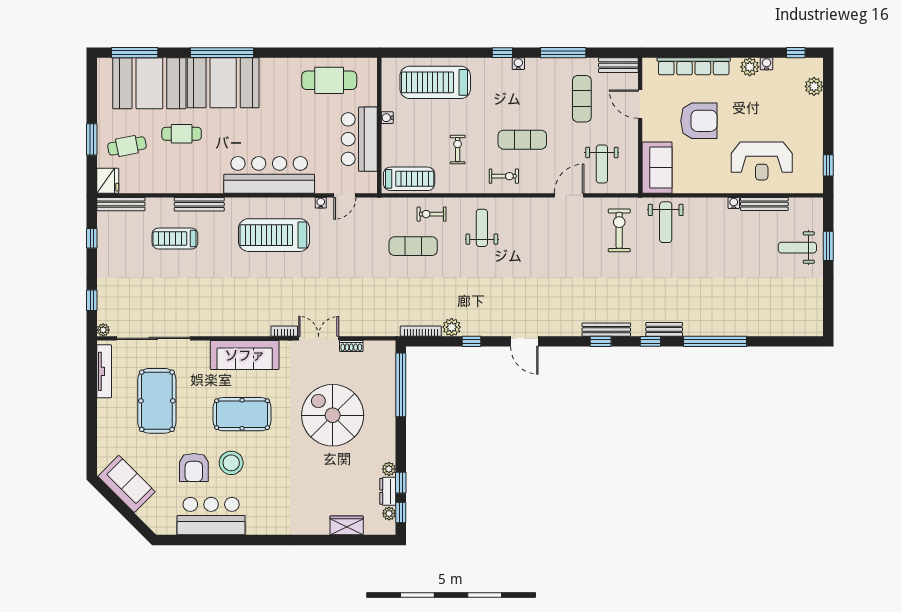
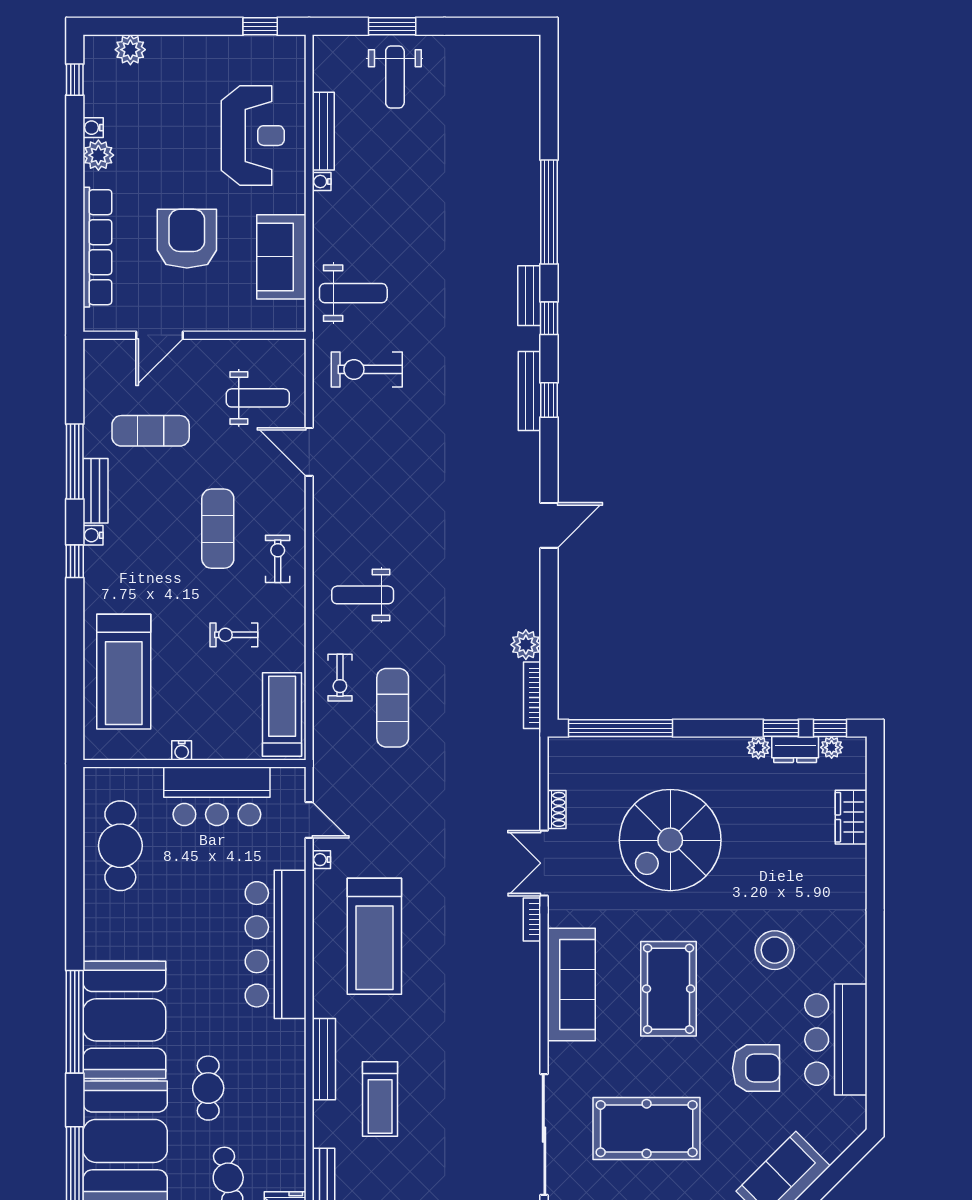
bench: (618, 65) -> (95, 491), moved
sofa: (657, 168) -> (281, 257), moved, turned -90
window: (471, 341) -> (549, 612), removed
stool: (231, 463) -> (775, 950), moved

